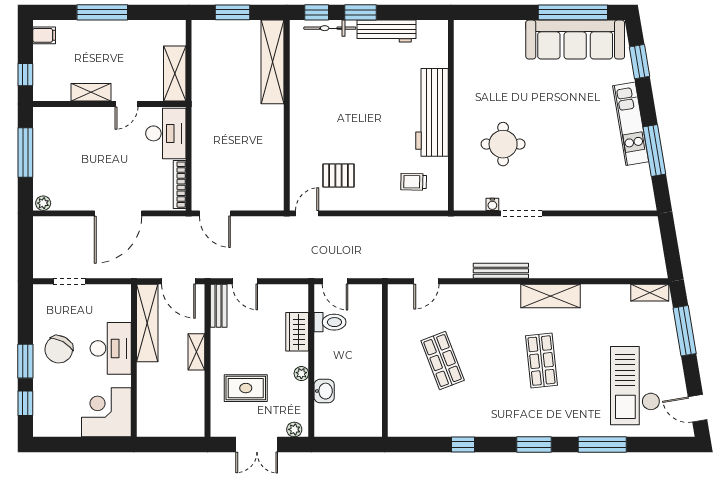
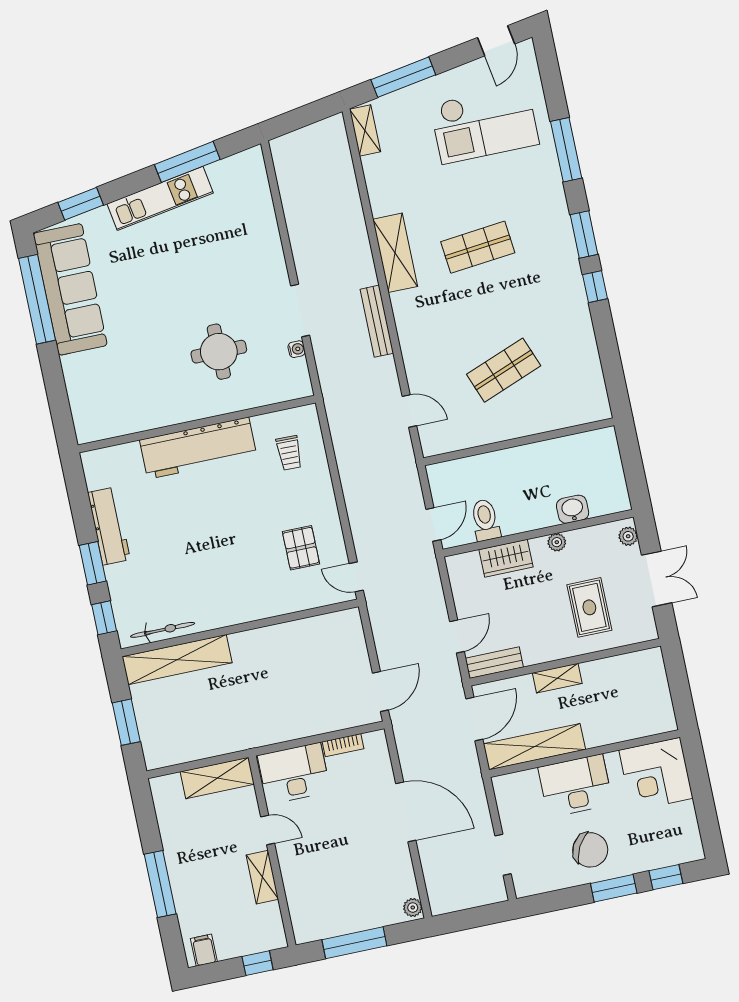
bicycle: (330, 28) -> (163, 630), moved, turned -90
bookcase: (180, 185) -> (343, 745), width x0.64
window: (463, 445) -> (595, 287), moved

